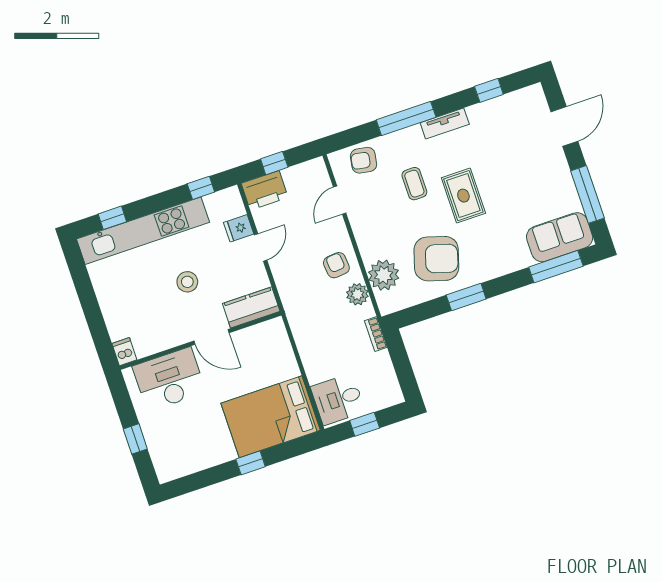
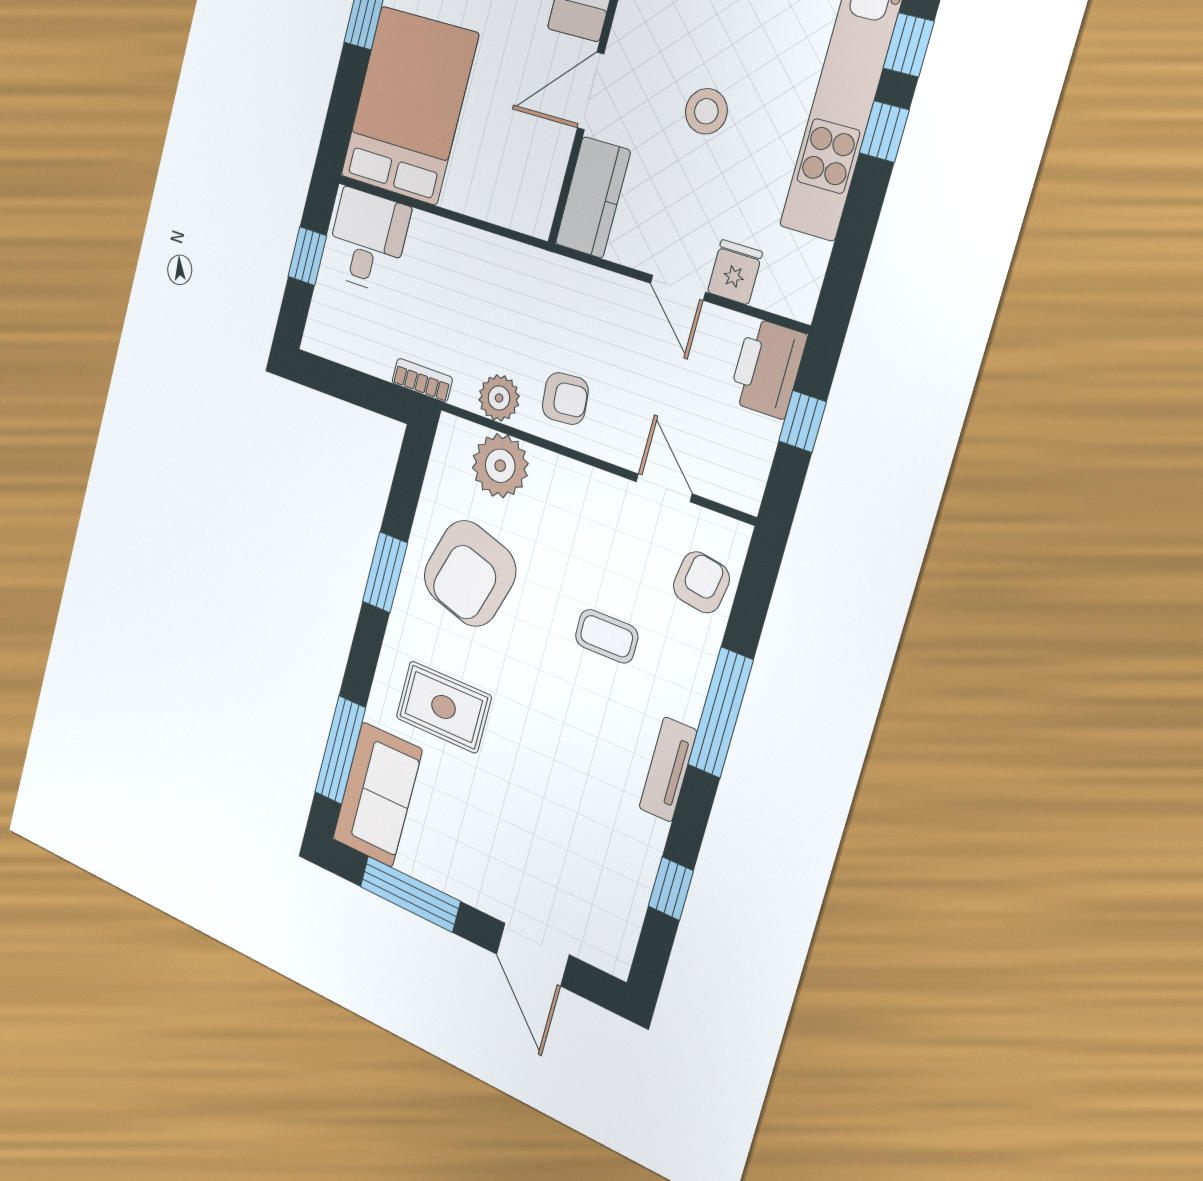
window: (201, 188) -> (884, 131), moved
rug: (463, 196) -> (444, 707), moved

